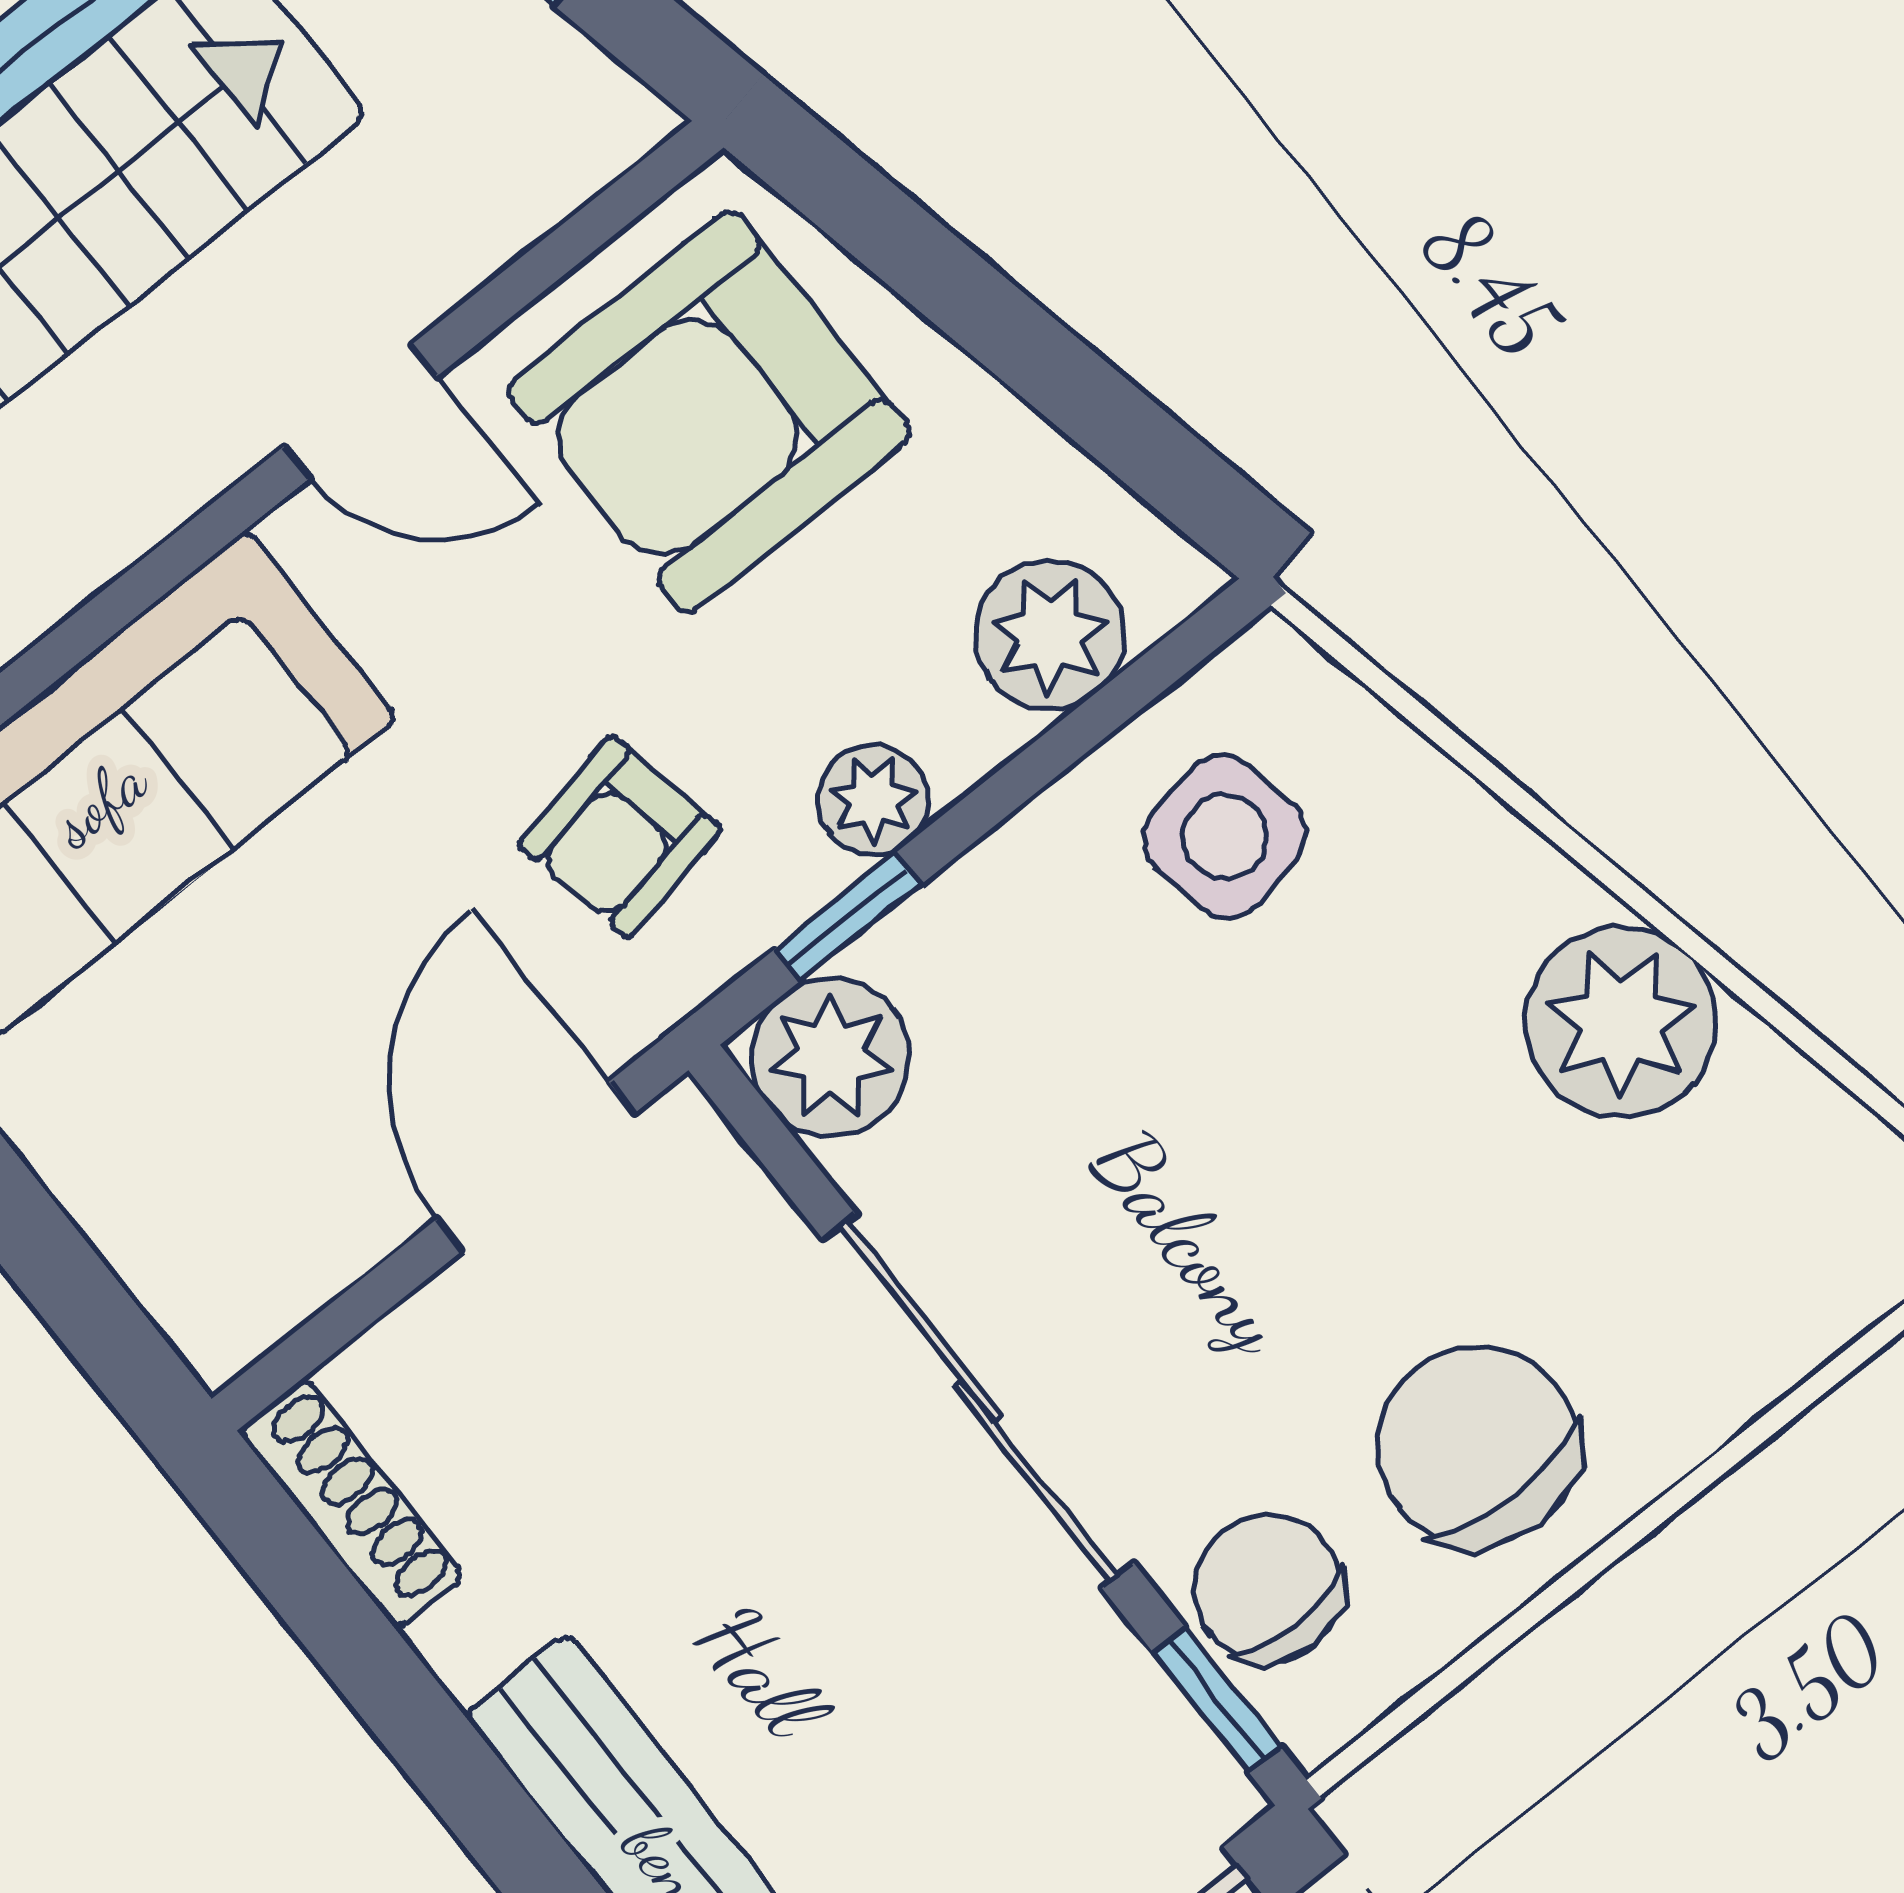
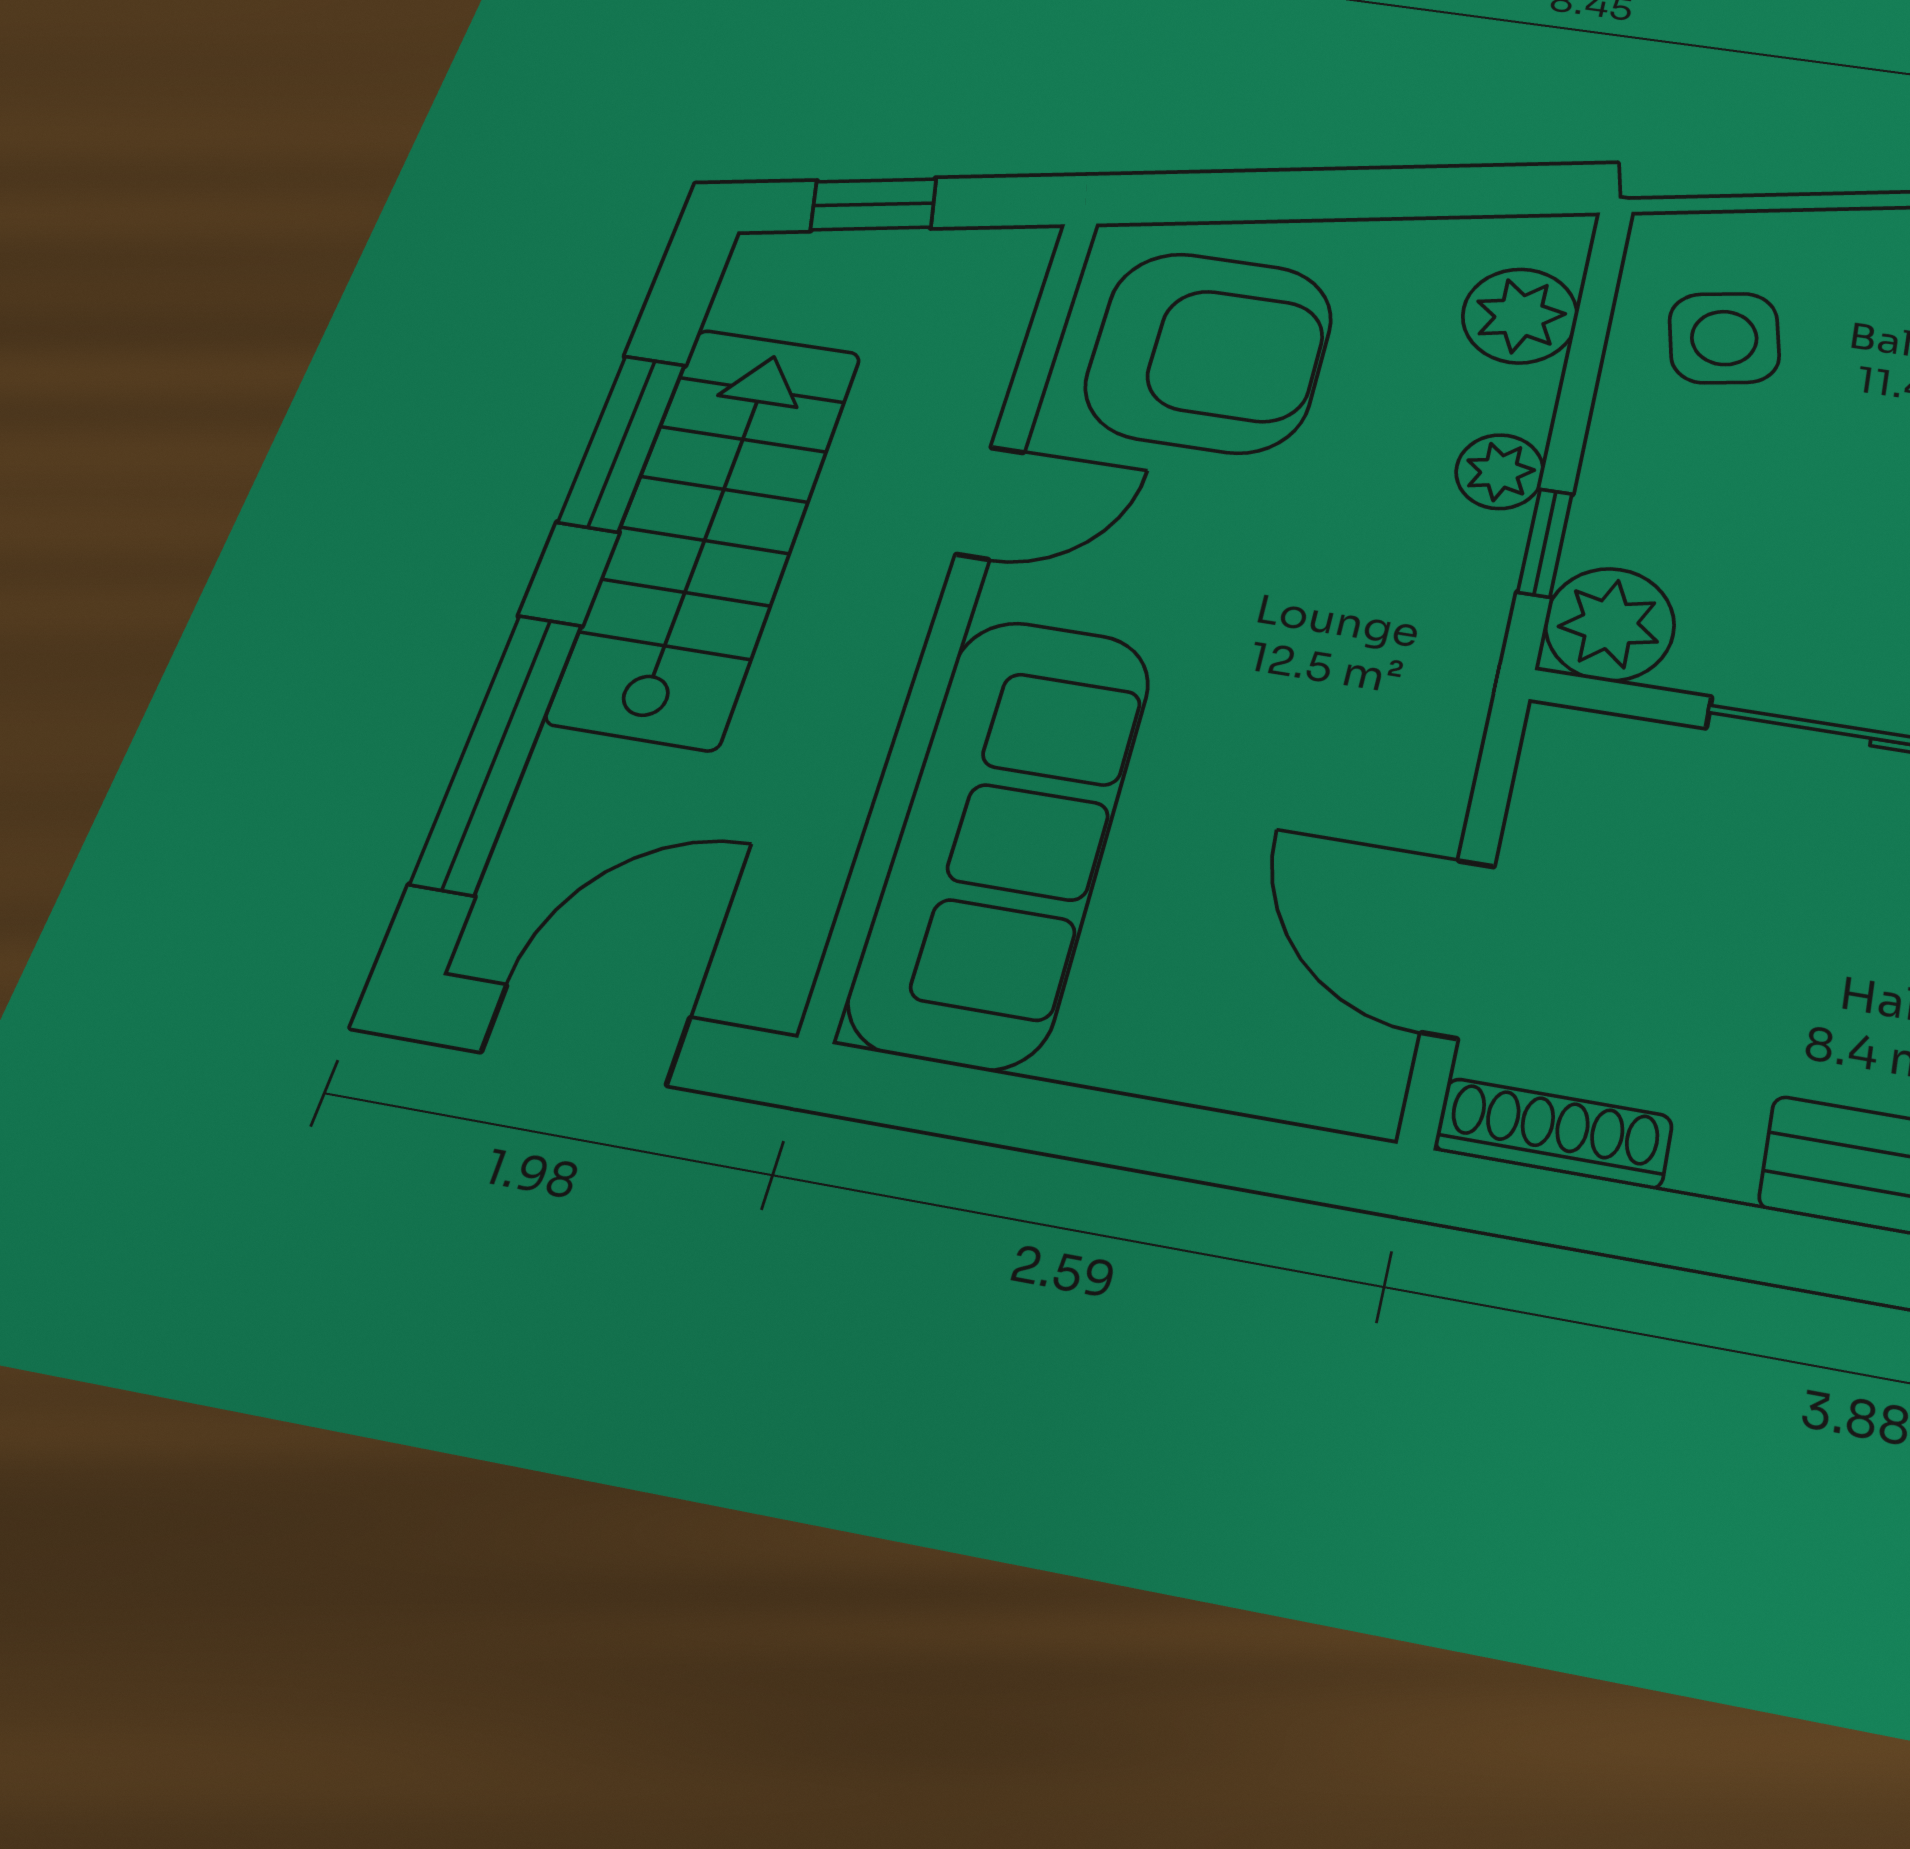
armchair: (709, 411) -> (1209, 352), turned -90
armchair: (620, 837) -> (1363, 605), removed
door: (535, 1166) -> (1458, 948), moved

